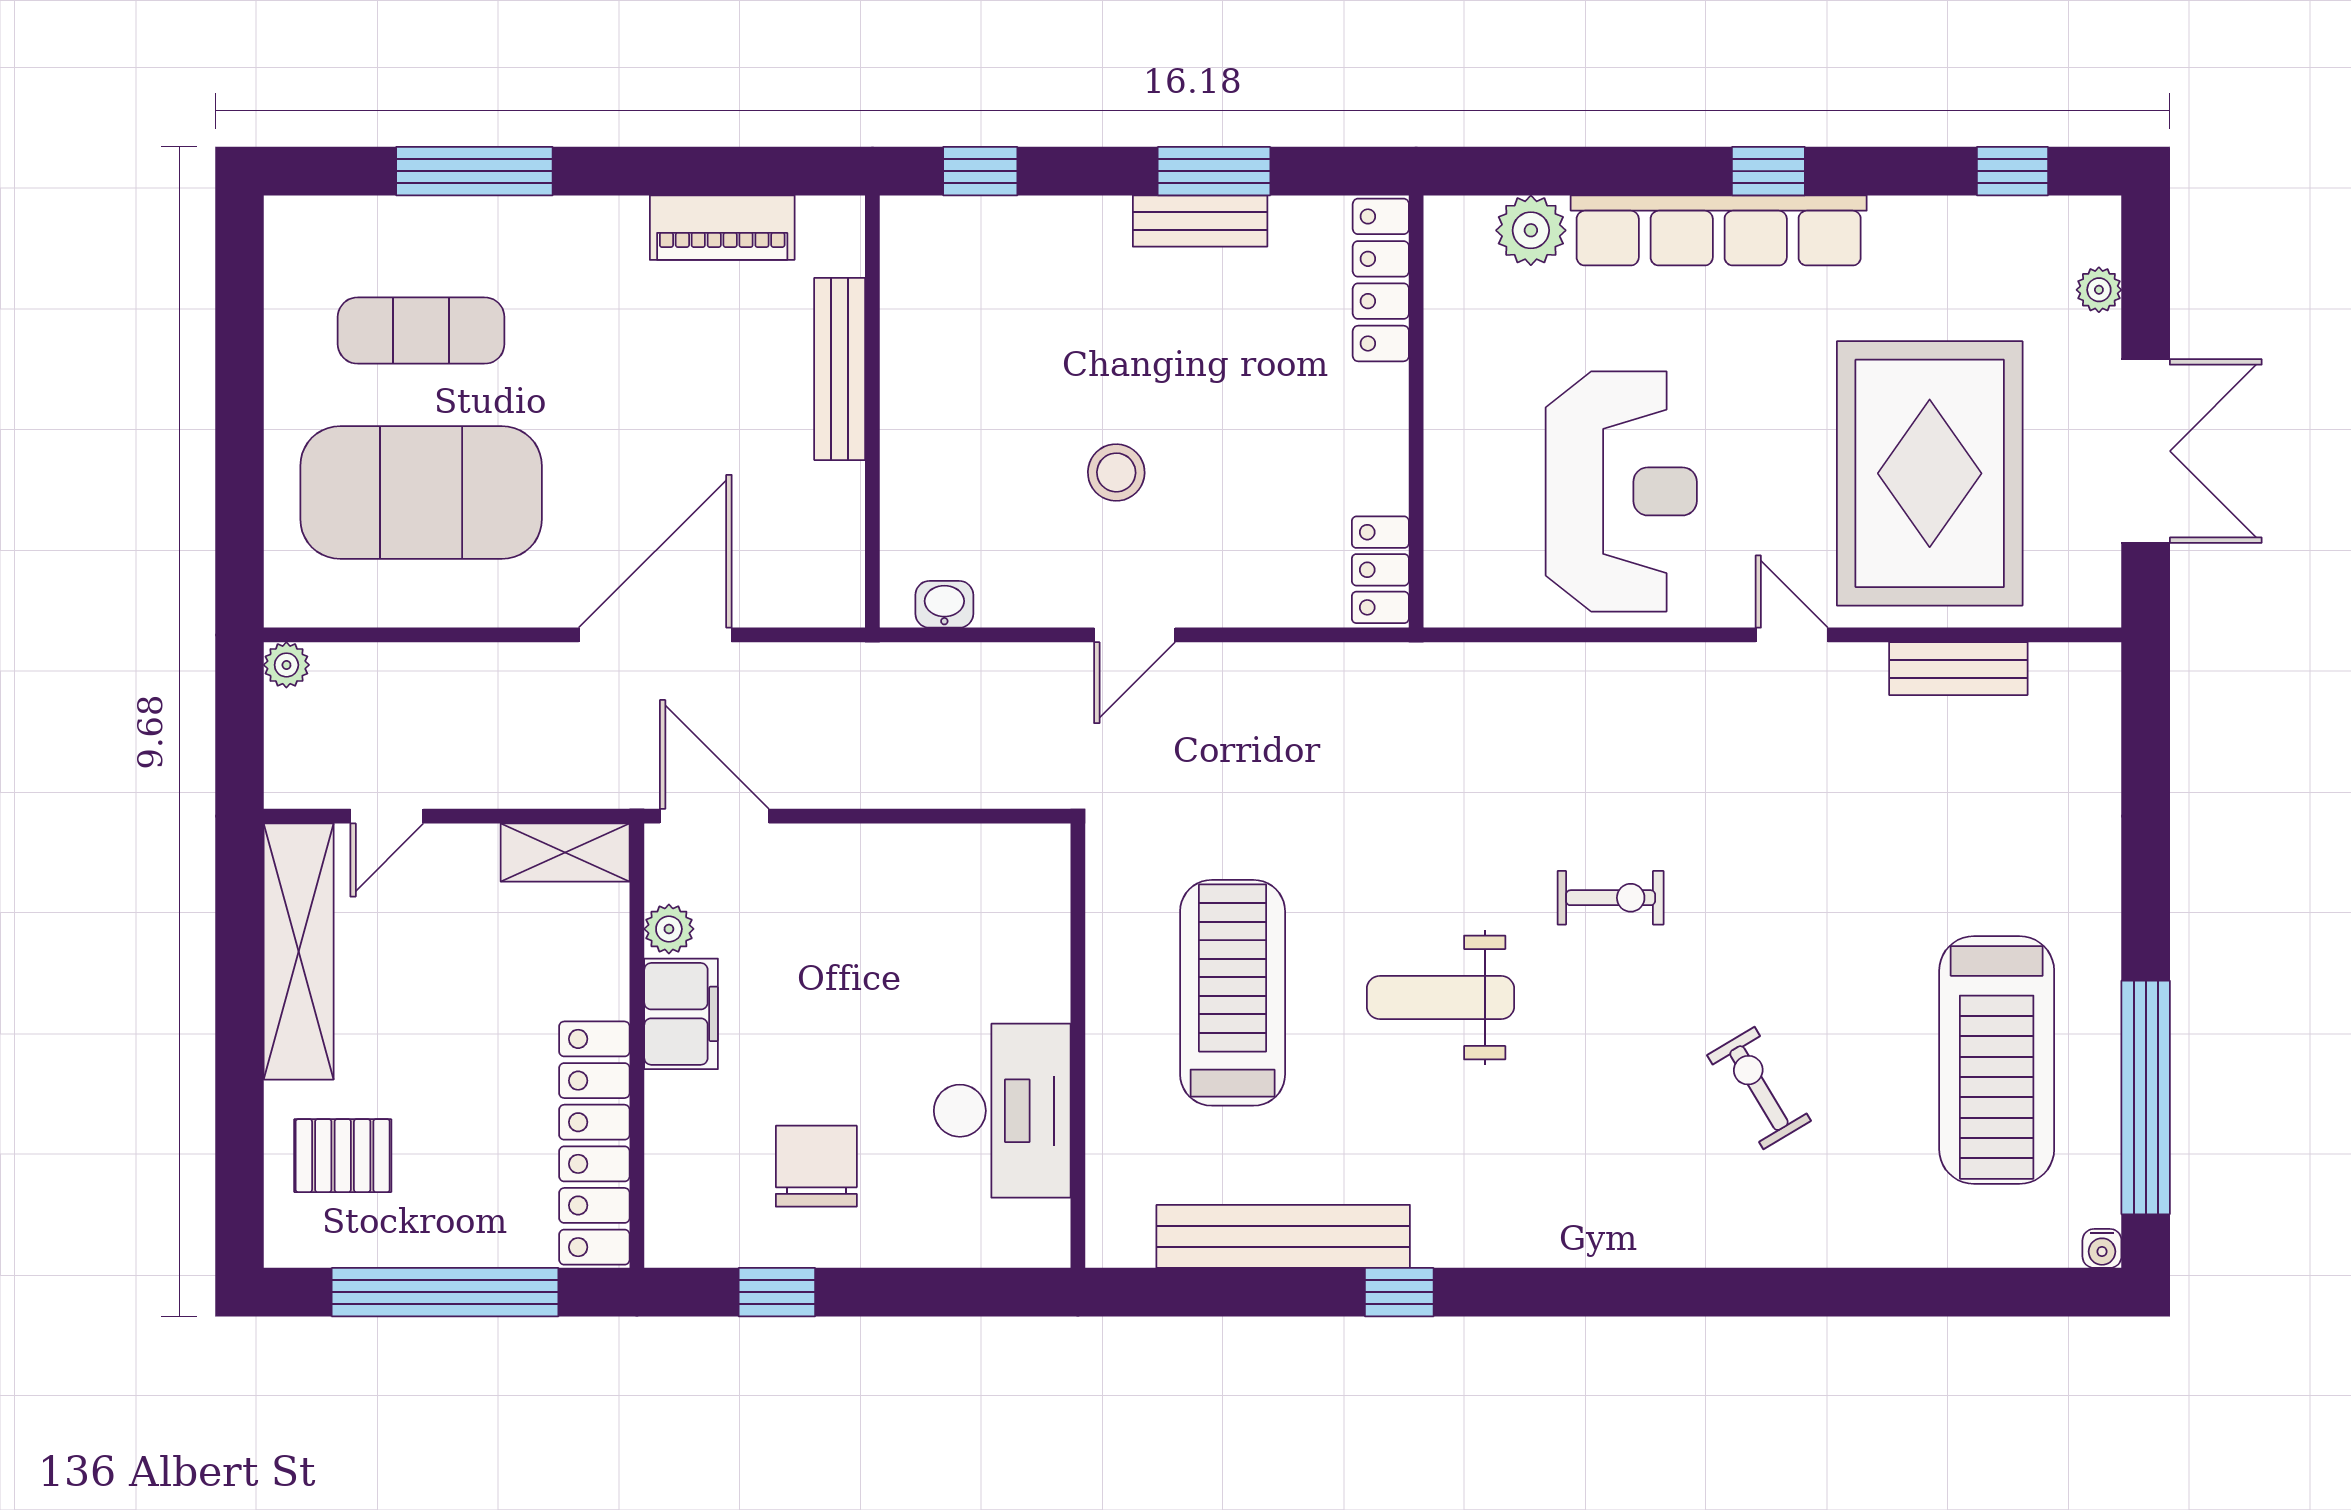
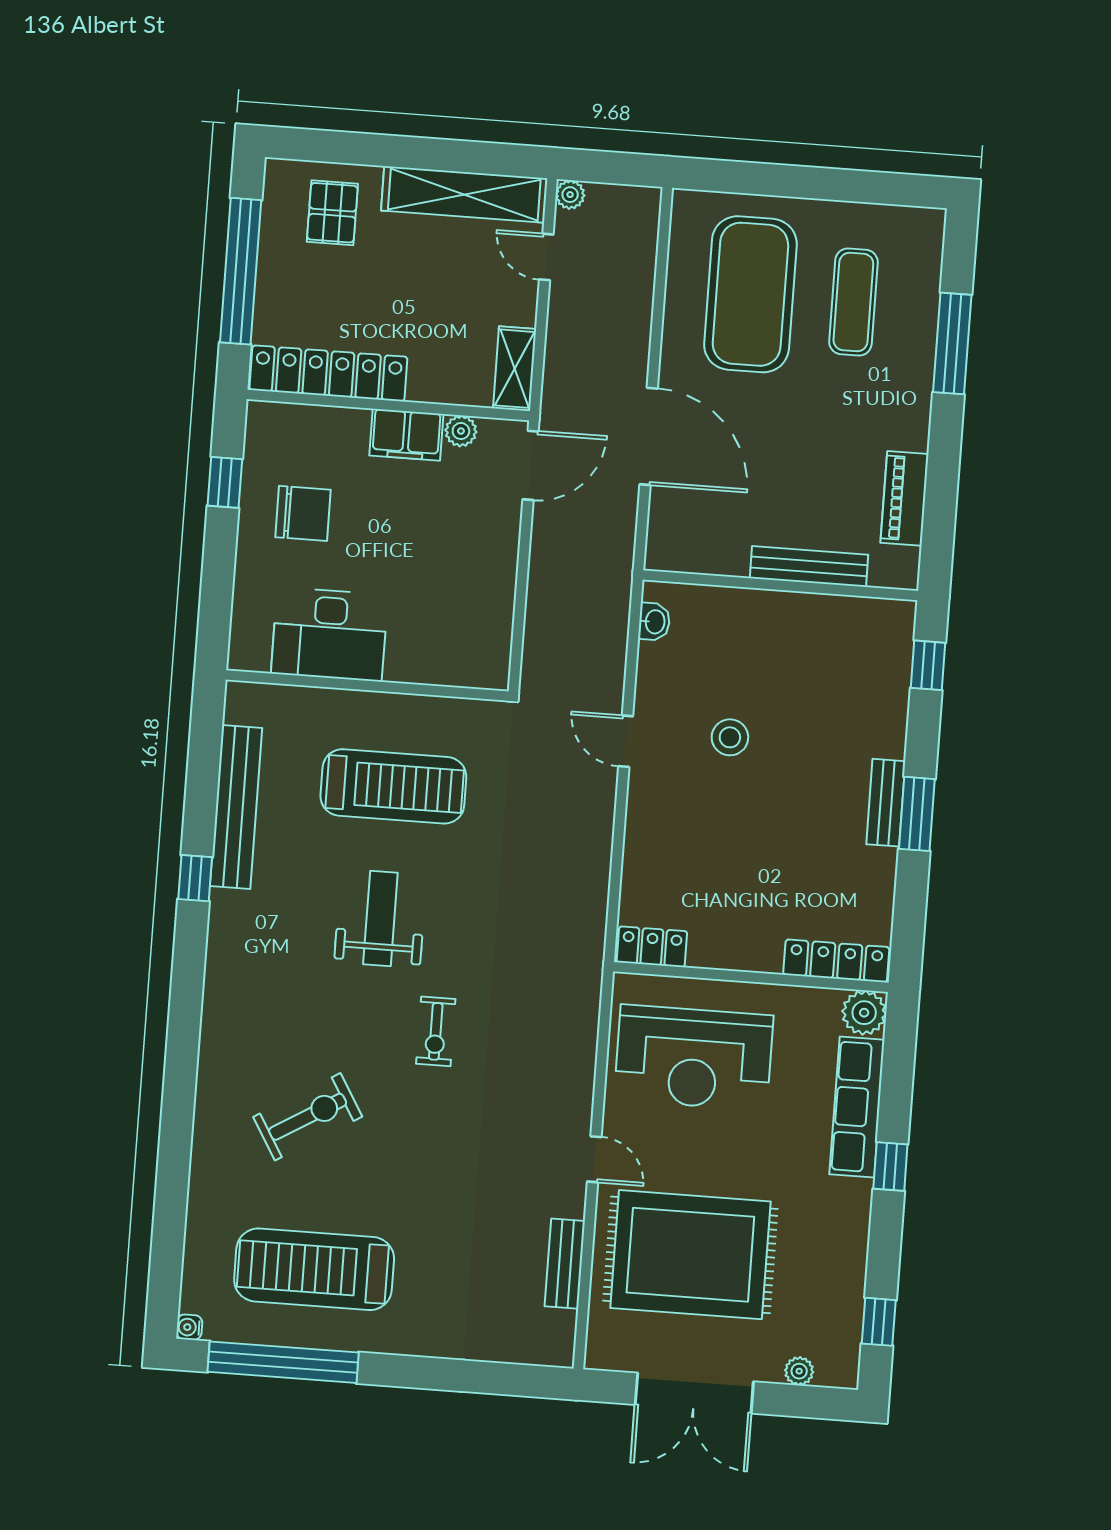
row of seats: (1719, 230) -> (857, 1107), width x0.73
locker: (1381, 280) -> (836, 961), moved
wall: (1416, 412) -> (751, 977), moved
locker: (1380, 570) -> (652, 947), moved
door: (1792, 635) -> (594, 1159), hinge flipped
plant: (286, 665) -> (570, 195), moved
exercise bike: (1759, 1088) -> (308, 1117), width x1.38, depth x1.39

